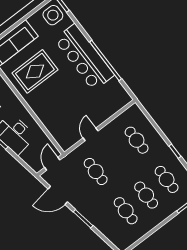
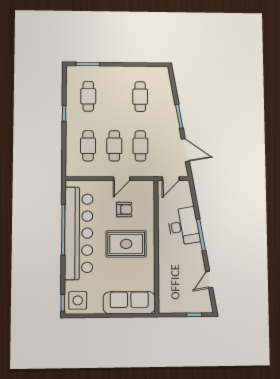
bar counter: (84, 57) -> (79, 233), width x1.36
rug: (35, 71) -> (126, 244), moved
armchair: (70, 112) -> (124, 209), added
cafe table: (146, 195) -> (114, 146), moved

